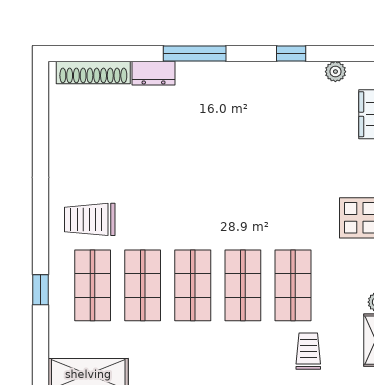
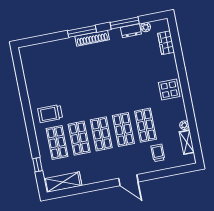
window: (291, 54) -> (125, 23), width x2.17
shoe rack: (93, 73) -> (92, 38), moved
dresser: (154, 73) -> (131, 31), moved
window: (41, 290) -> (38, 165), moved

